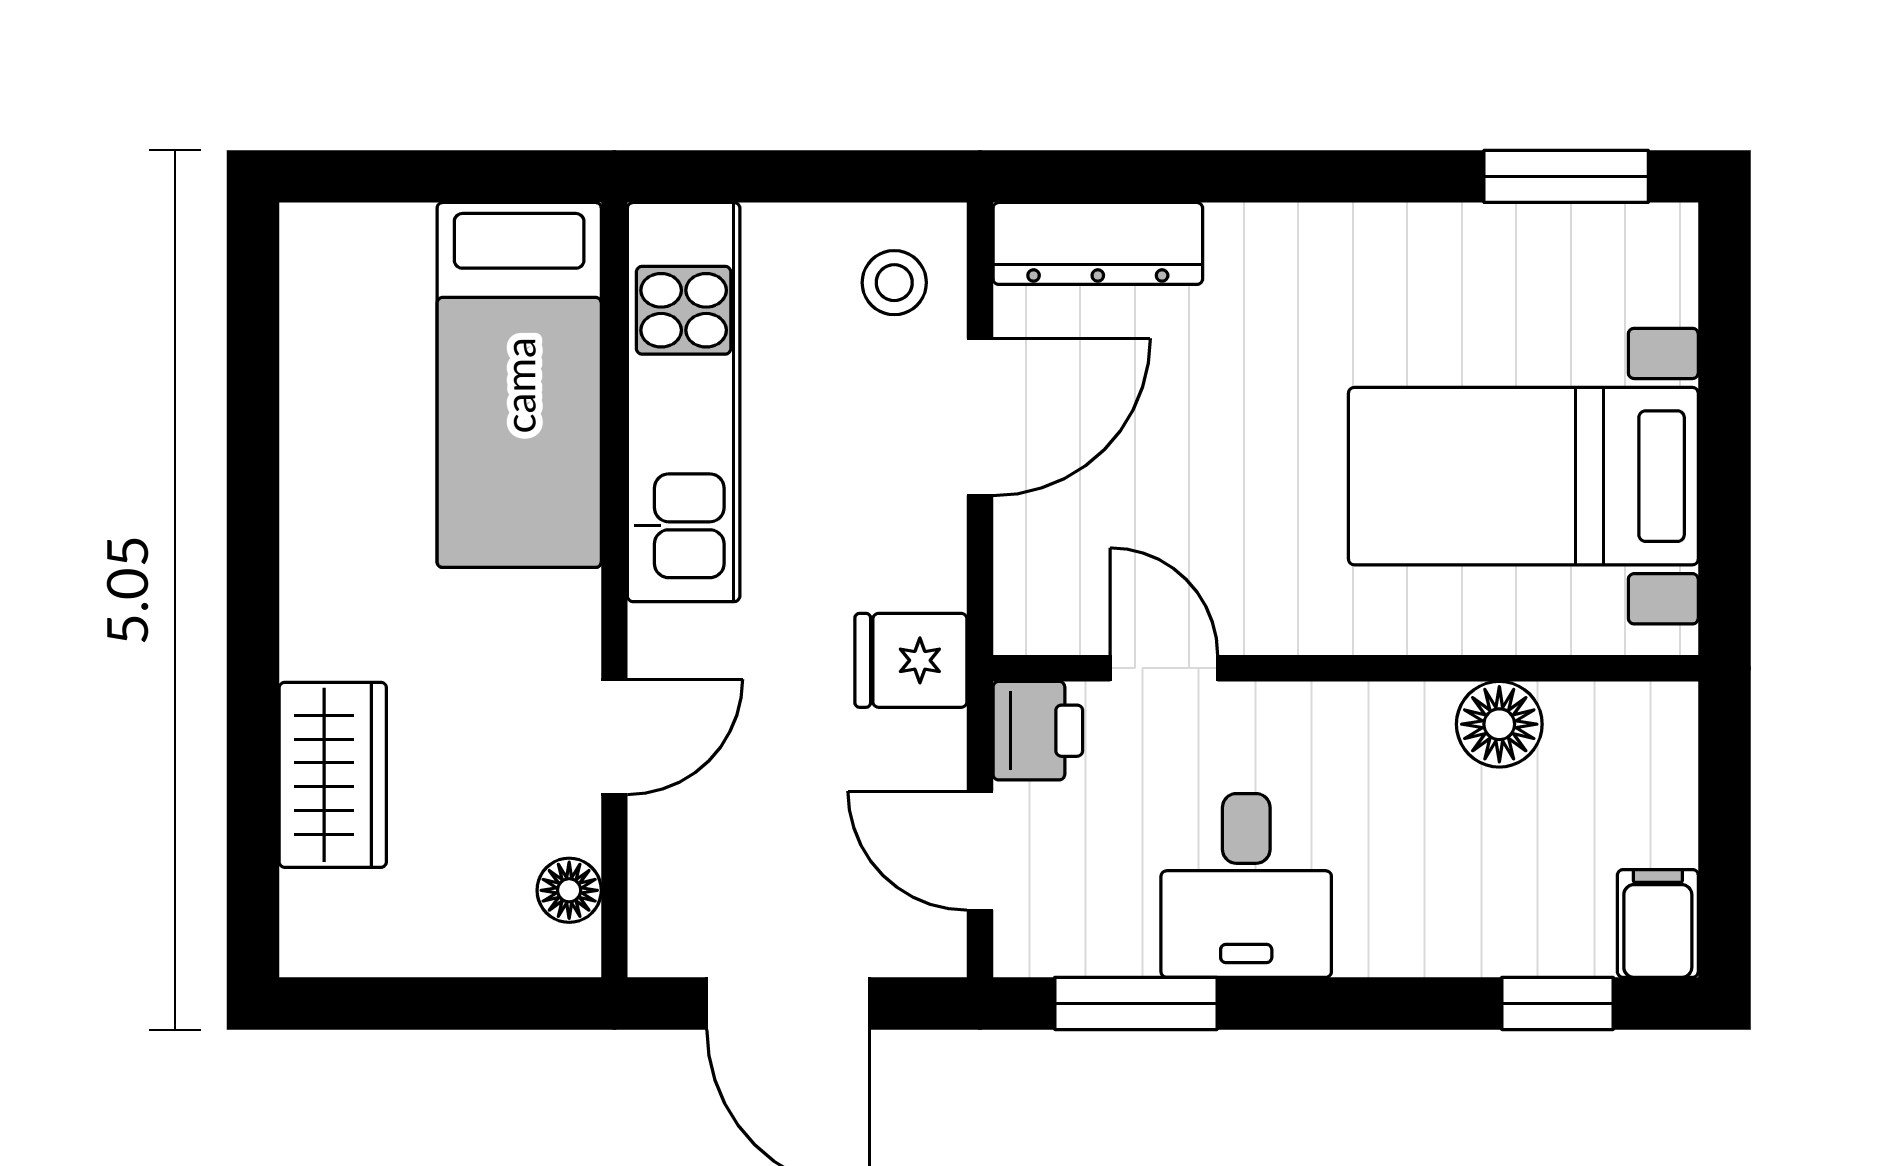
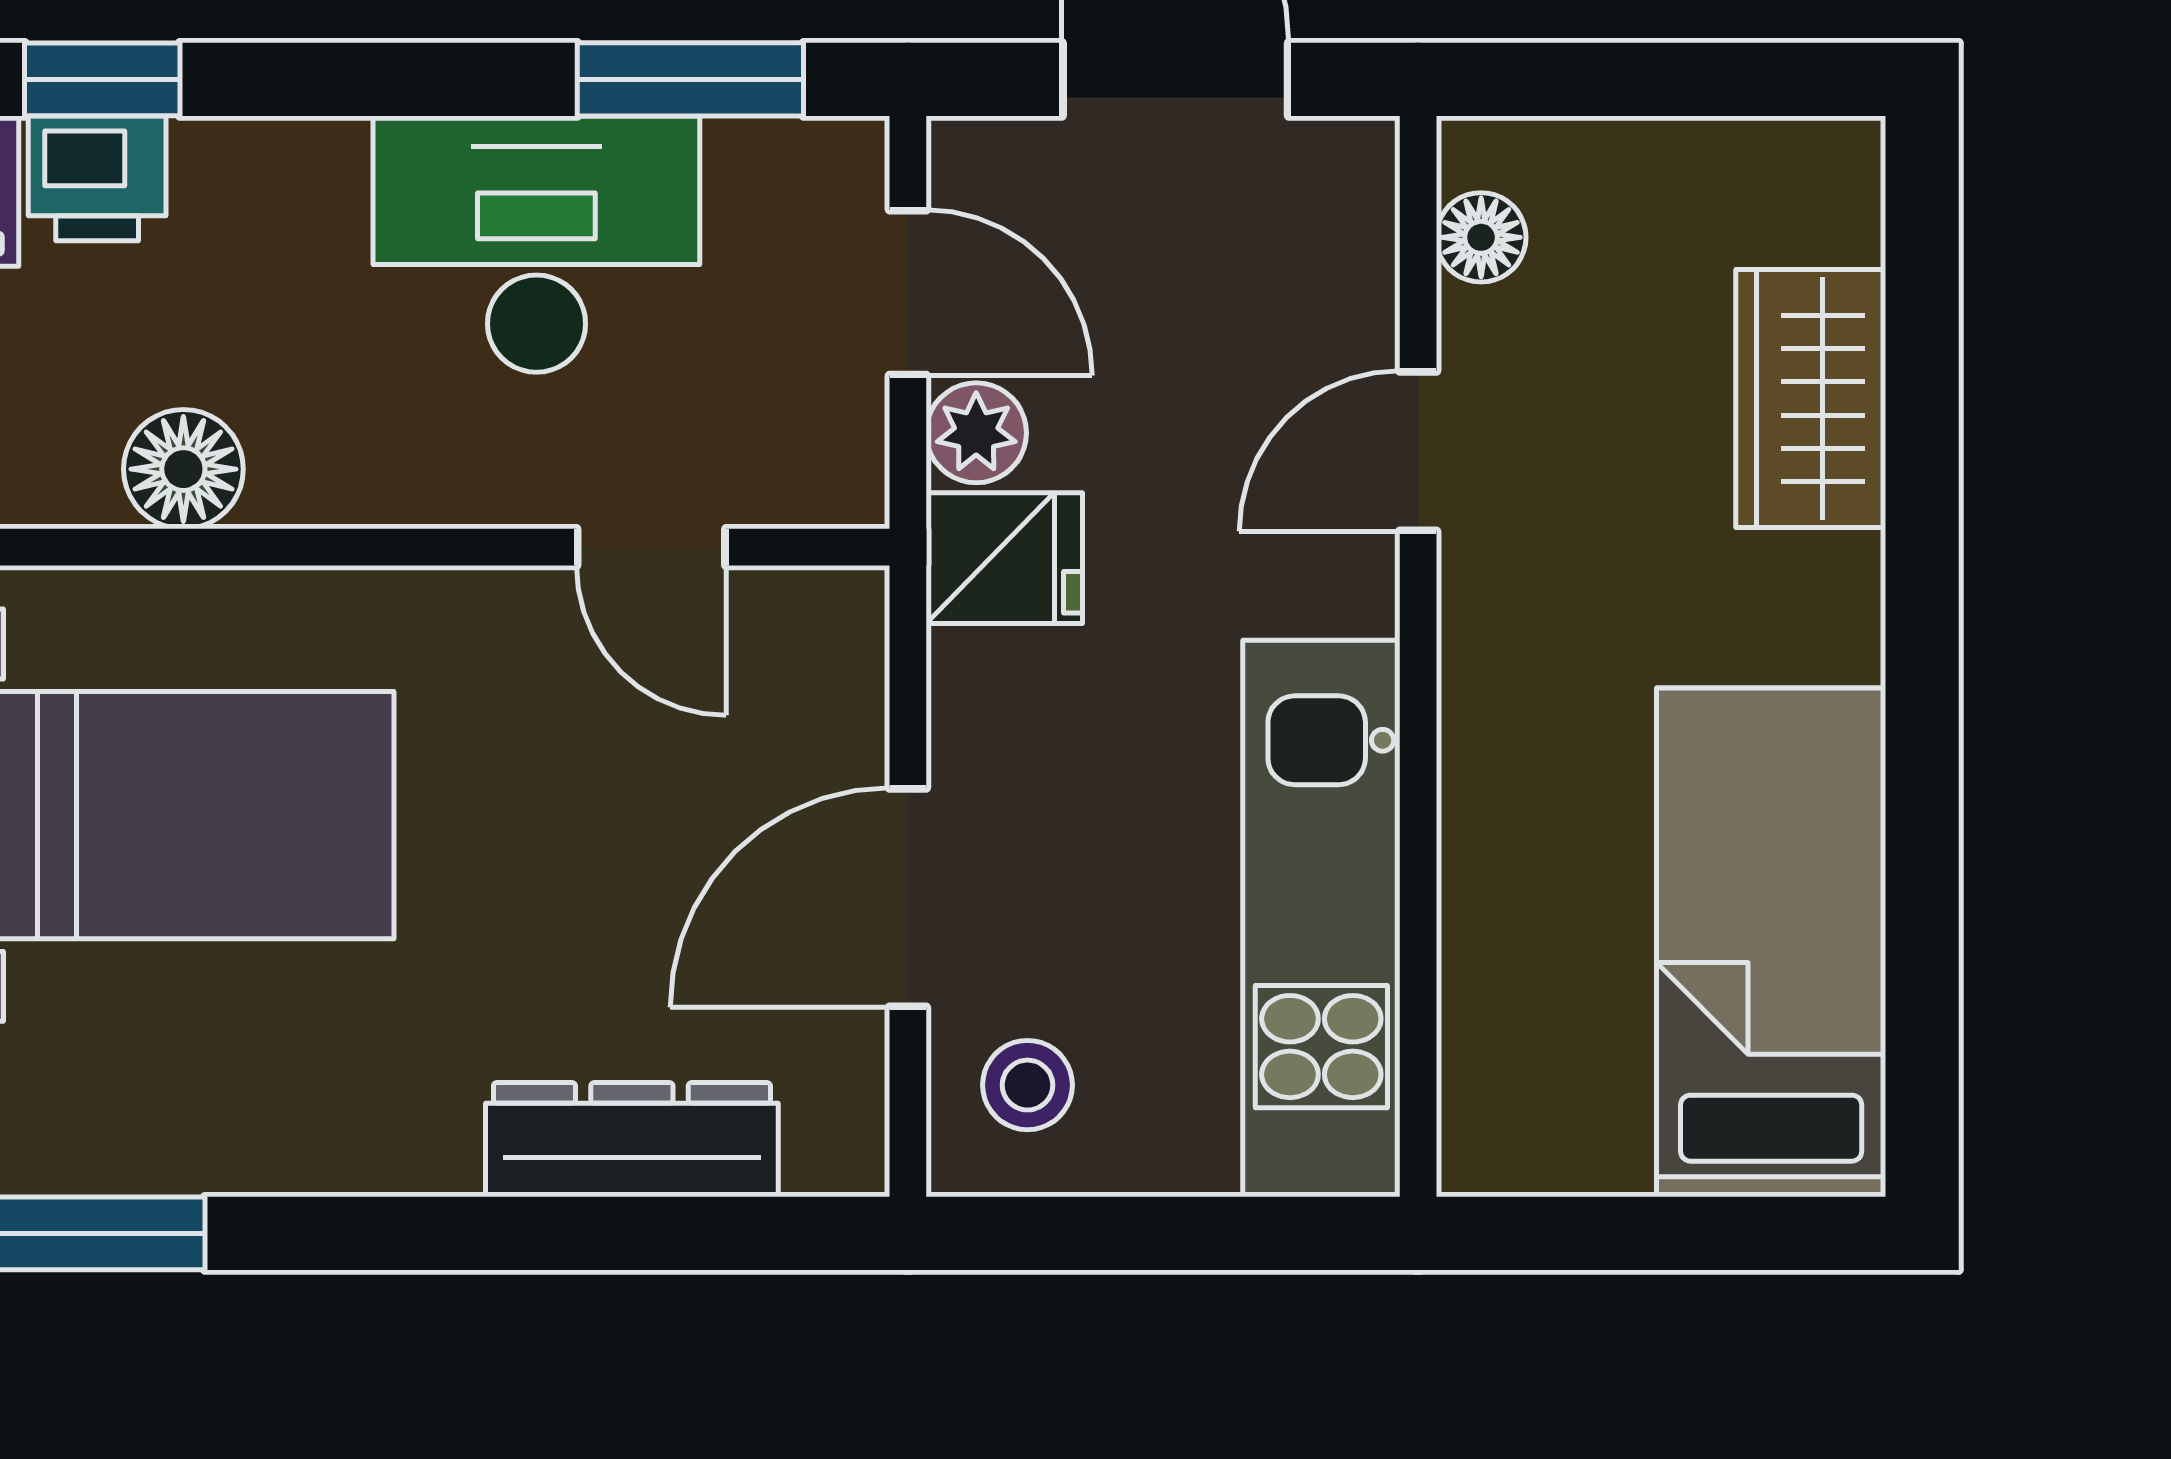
dresser: (1098, 243) -> (632, 1140), moved
bed: (519, 385) -> (1771, 942), moved
printer: (1038, 731) -> (97, 178), moved, turned -90
plant: (931, 750) -> (976, 433), added
desk: (1246, 885) -> (536, 244), width x1.37

